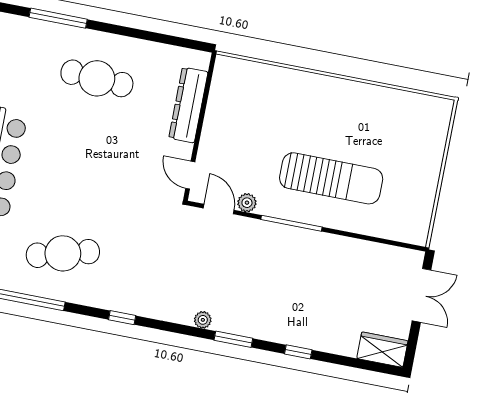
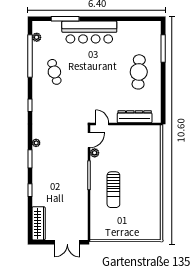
door: (190, 175) -> (102, 124), hinge flipped
sun lounger: (331, 178) -> (113, 190), width x0.73, depth x0.75
cafe table: (63, 253) -> (54, 72), width x0.73, depth x0.74
wardrobe: (382, 350) -> (39, 223), width x1.50

